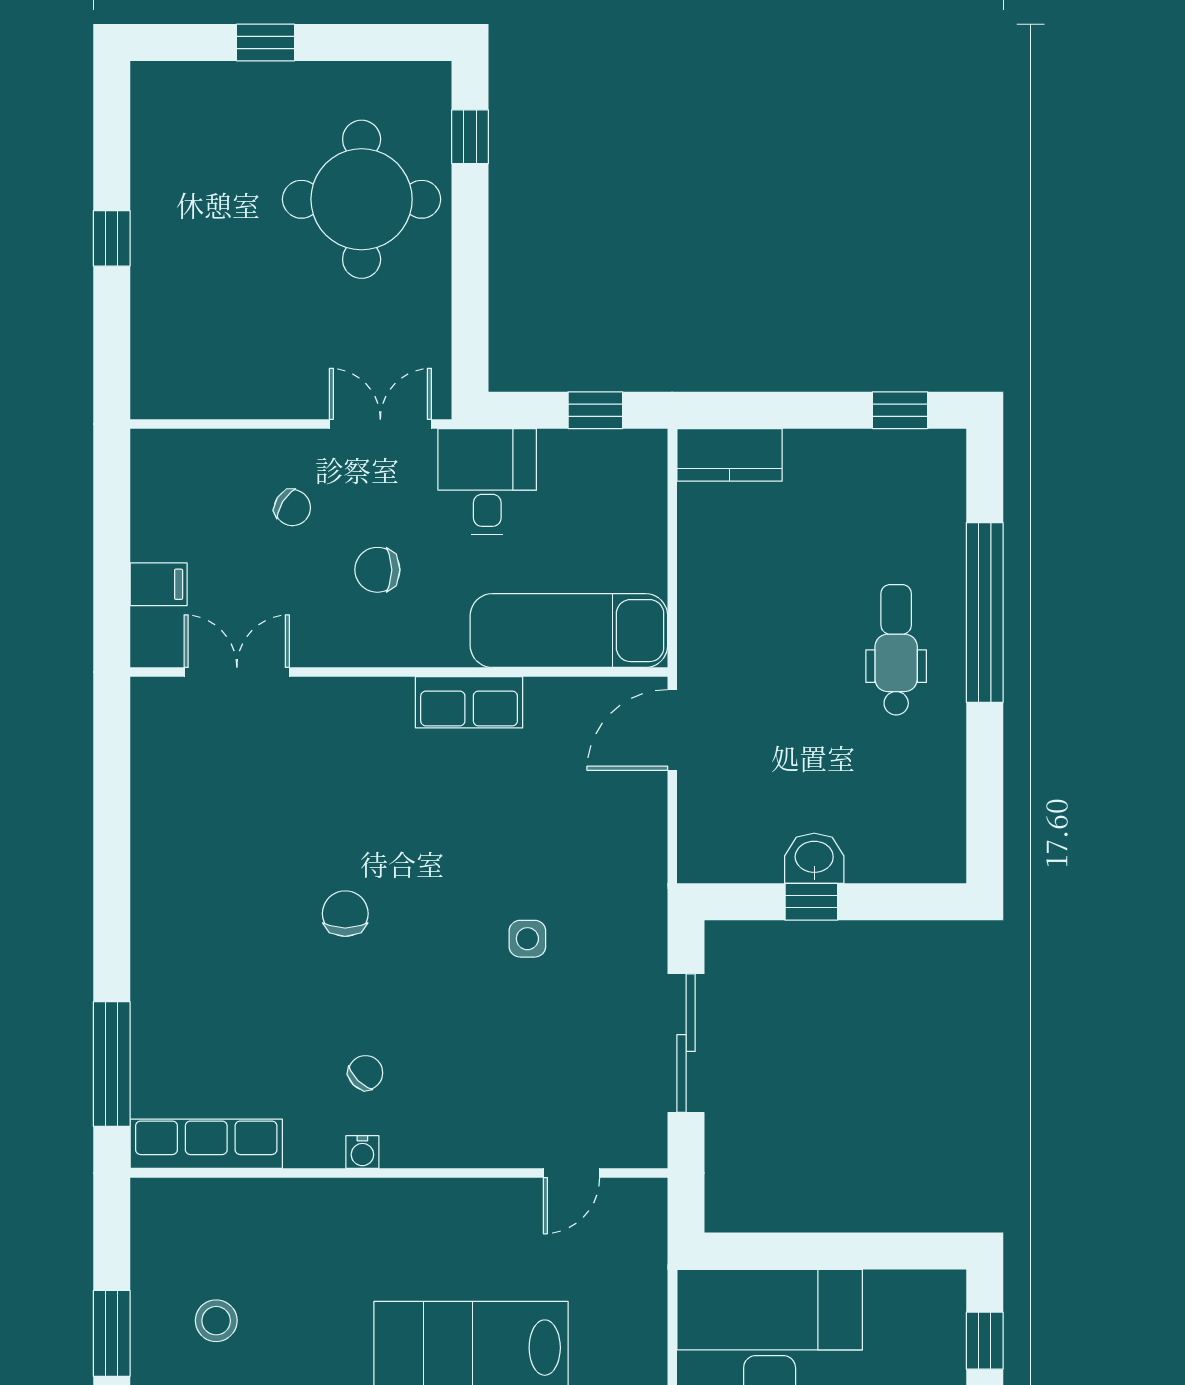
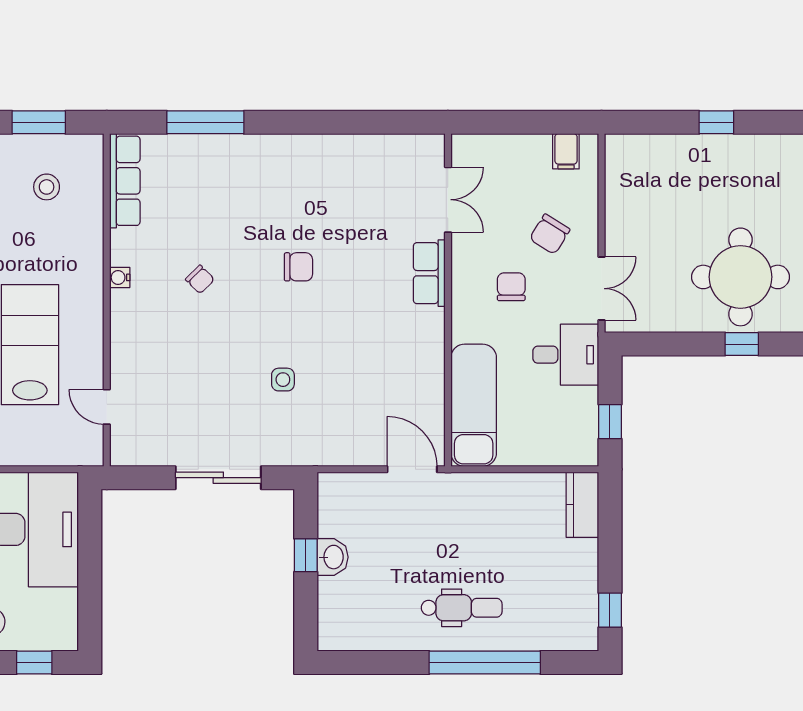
window: (470, 137) -> (742, 344), moved
chair: (292, 508) -> (550, 234), width x1.37, depth x1.37
filing cabinet: (159, 584) -> (566, 151), moved
row of seats: (469, 702) -> (429, 273), moved
row of seats: (206, 1144) -> (125, 181), moved
water cooler: (362, 1152) -> (120, 277), moved
wall: (399, 1173) -> (107, 300), moved
door: (571, 1173) -> (107, 407), moved

